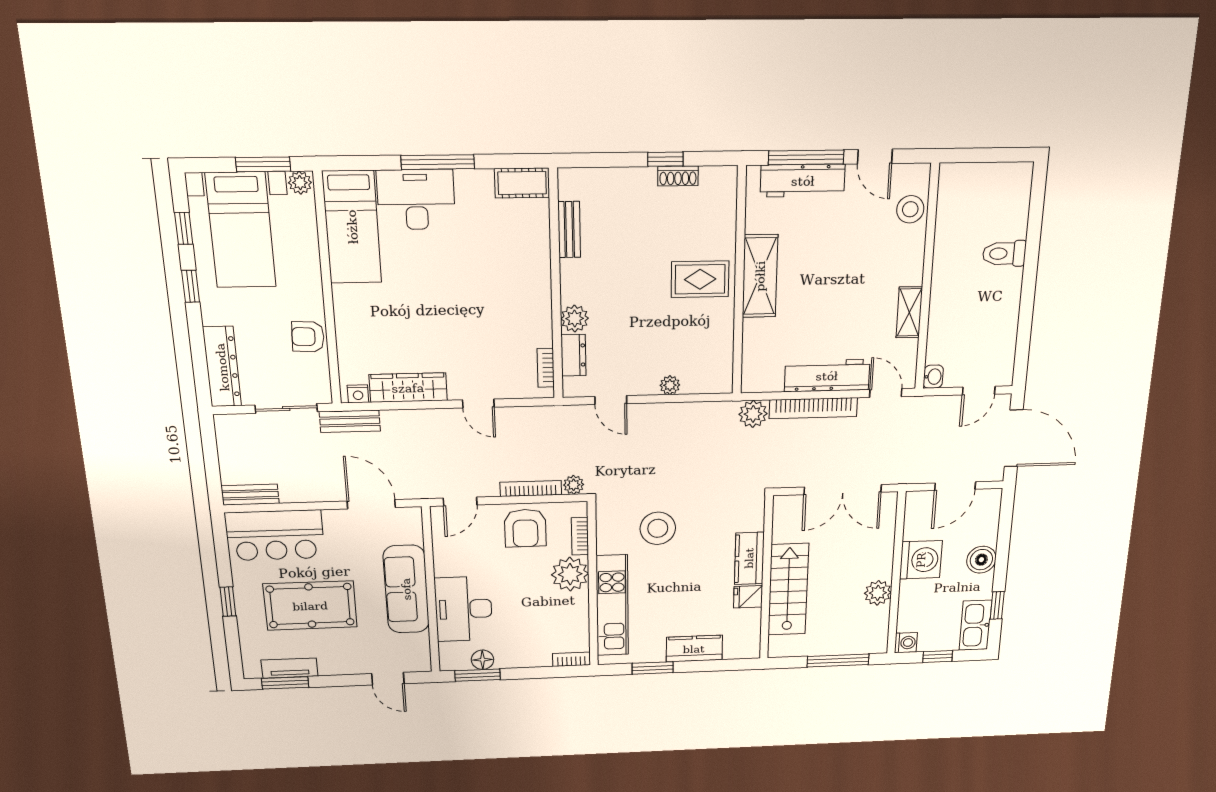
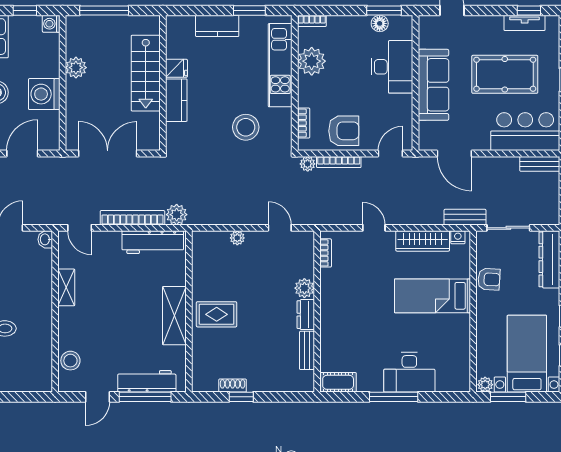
door: (875, 157) -> (98, 397), swing flipped
bed: (352, 227) -> (432, 296), moved, turned -90
dresser: (573, 355) -> (306, 315), moved
workbench: (827, 376) -> (153, 242), moved
armchair: (525, 528) -> (344, 131), turned 90
plant: (570, 574) -> (312, 61), moved
window: (285, 683) -> (529, 10), width x0.67

